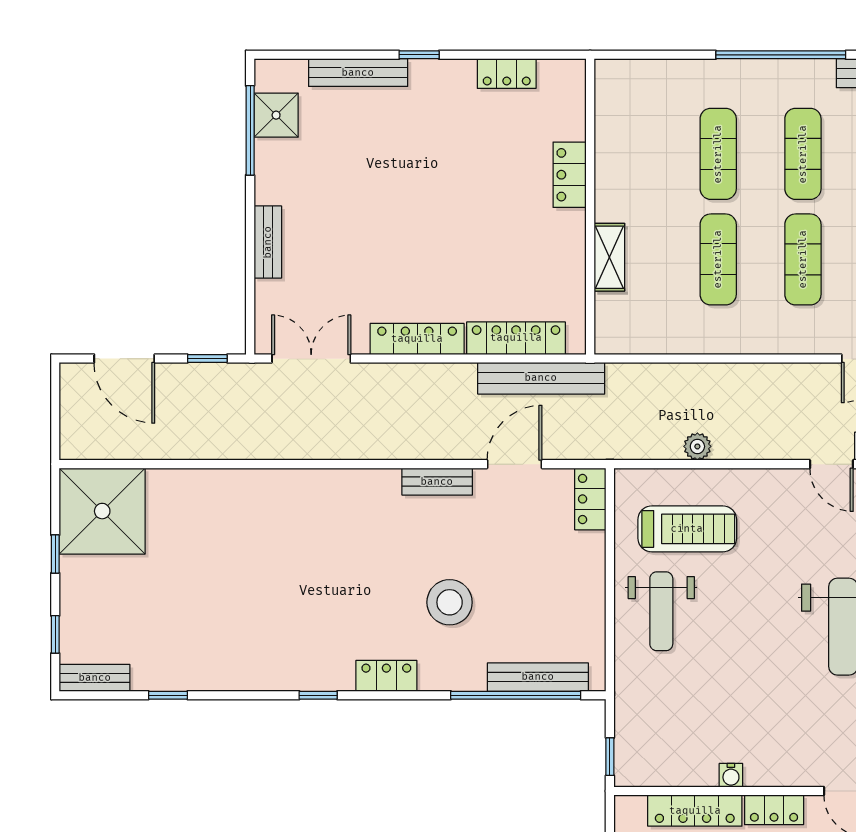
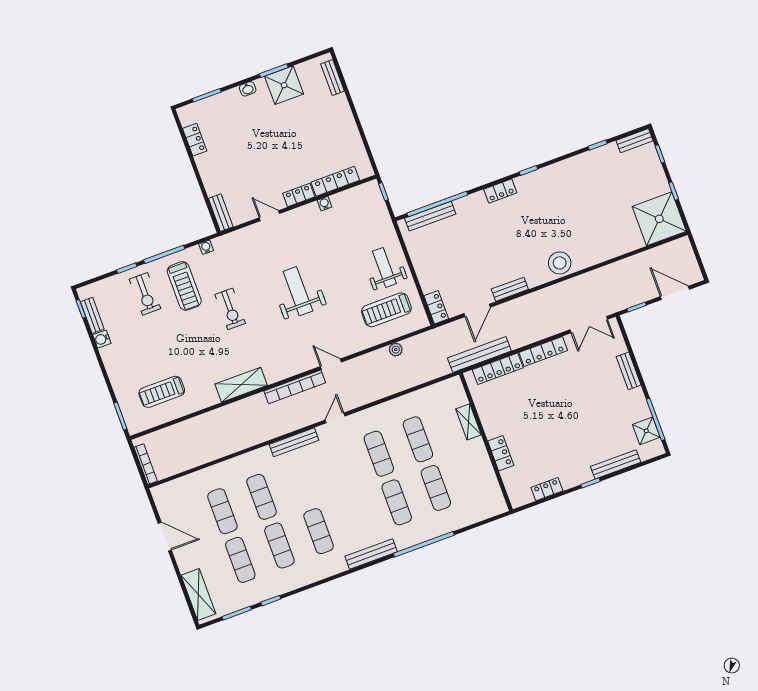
stool: (450, 602) -> (560, 263), moved

